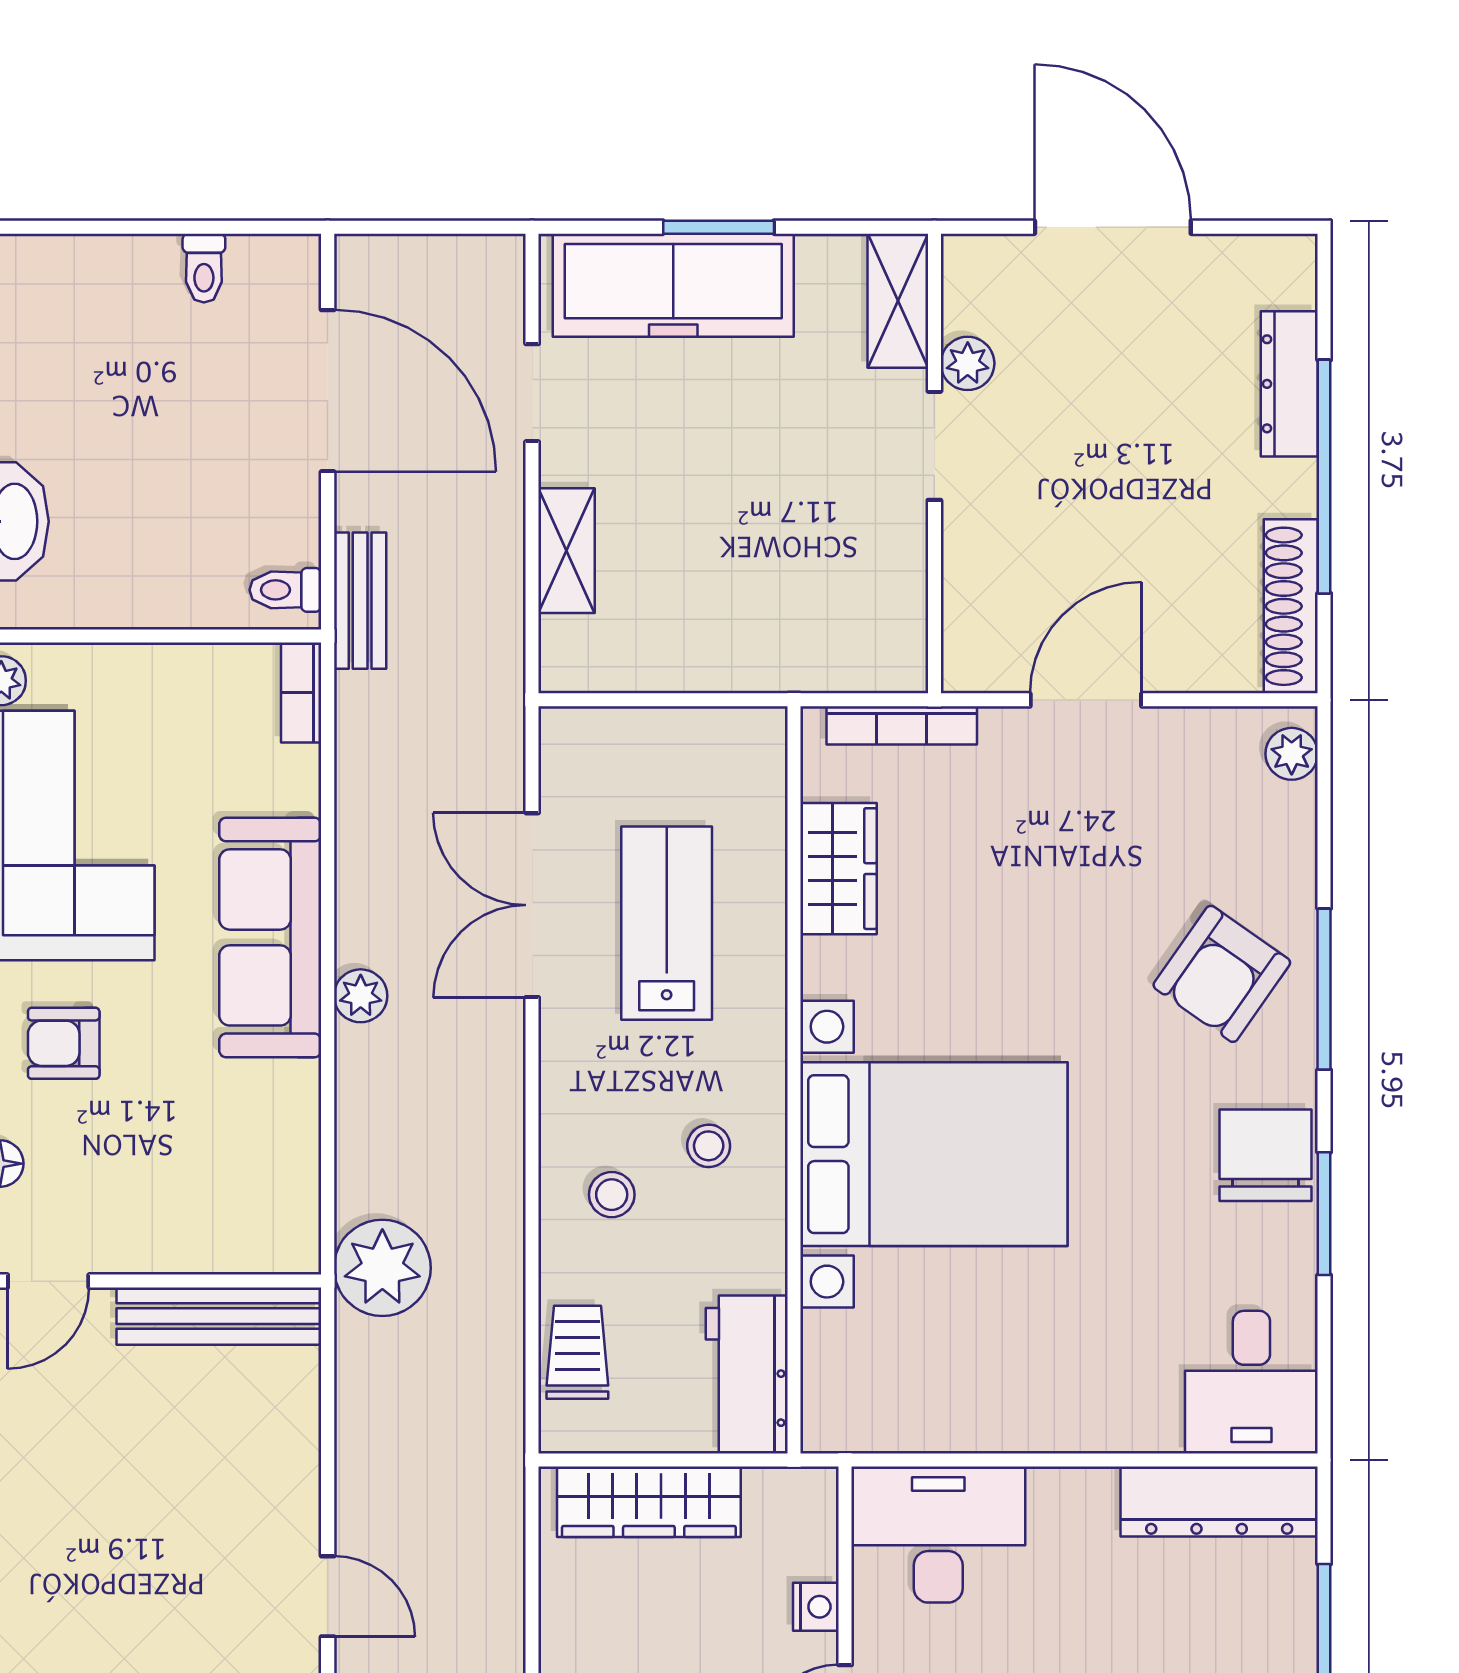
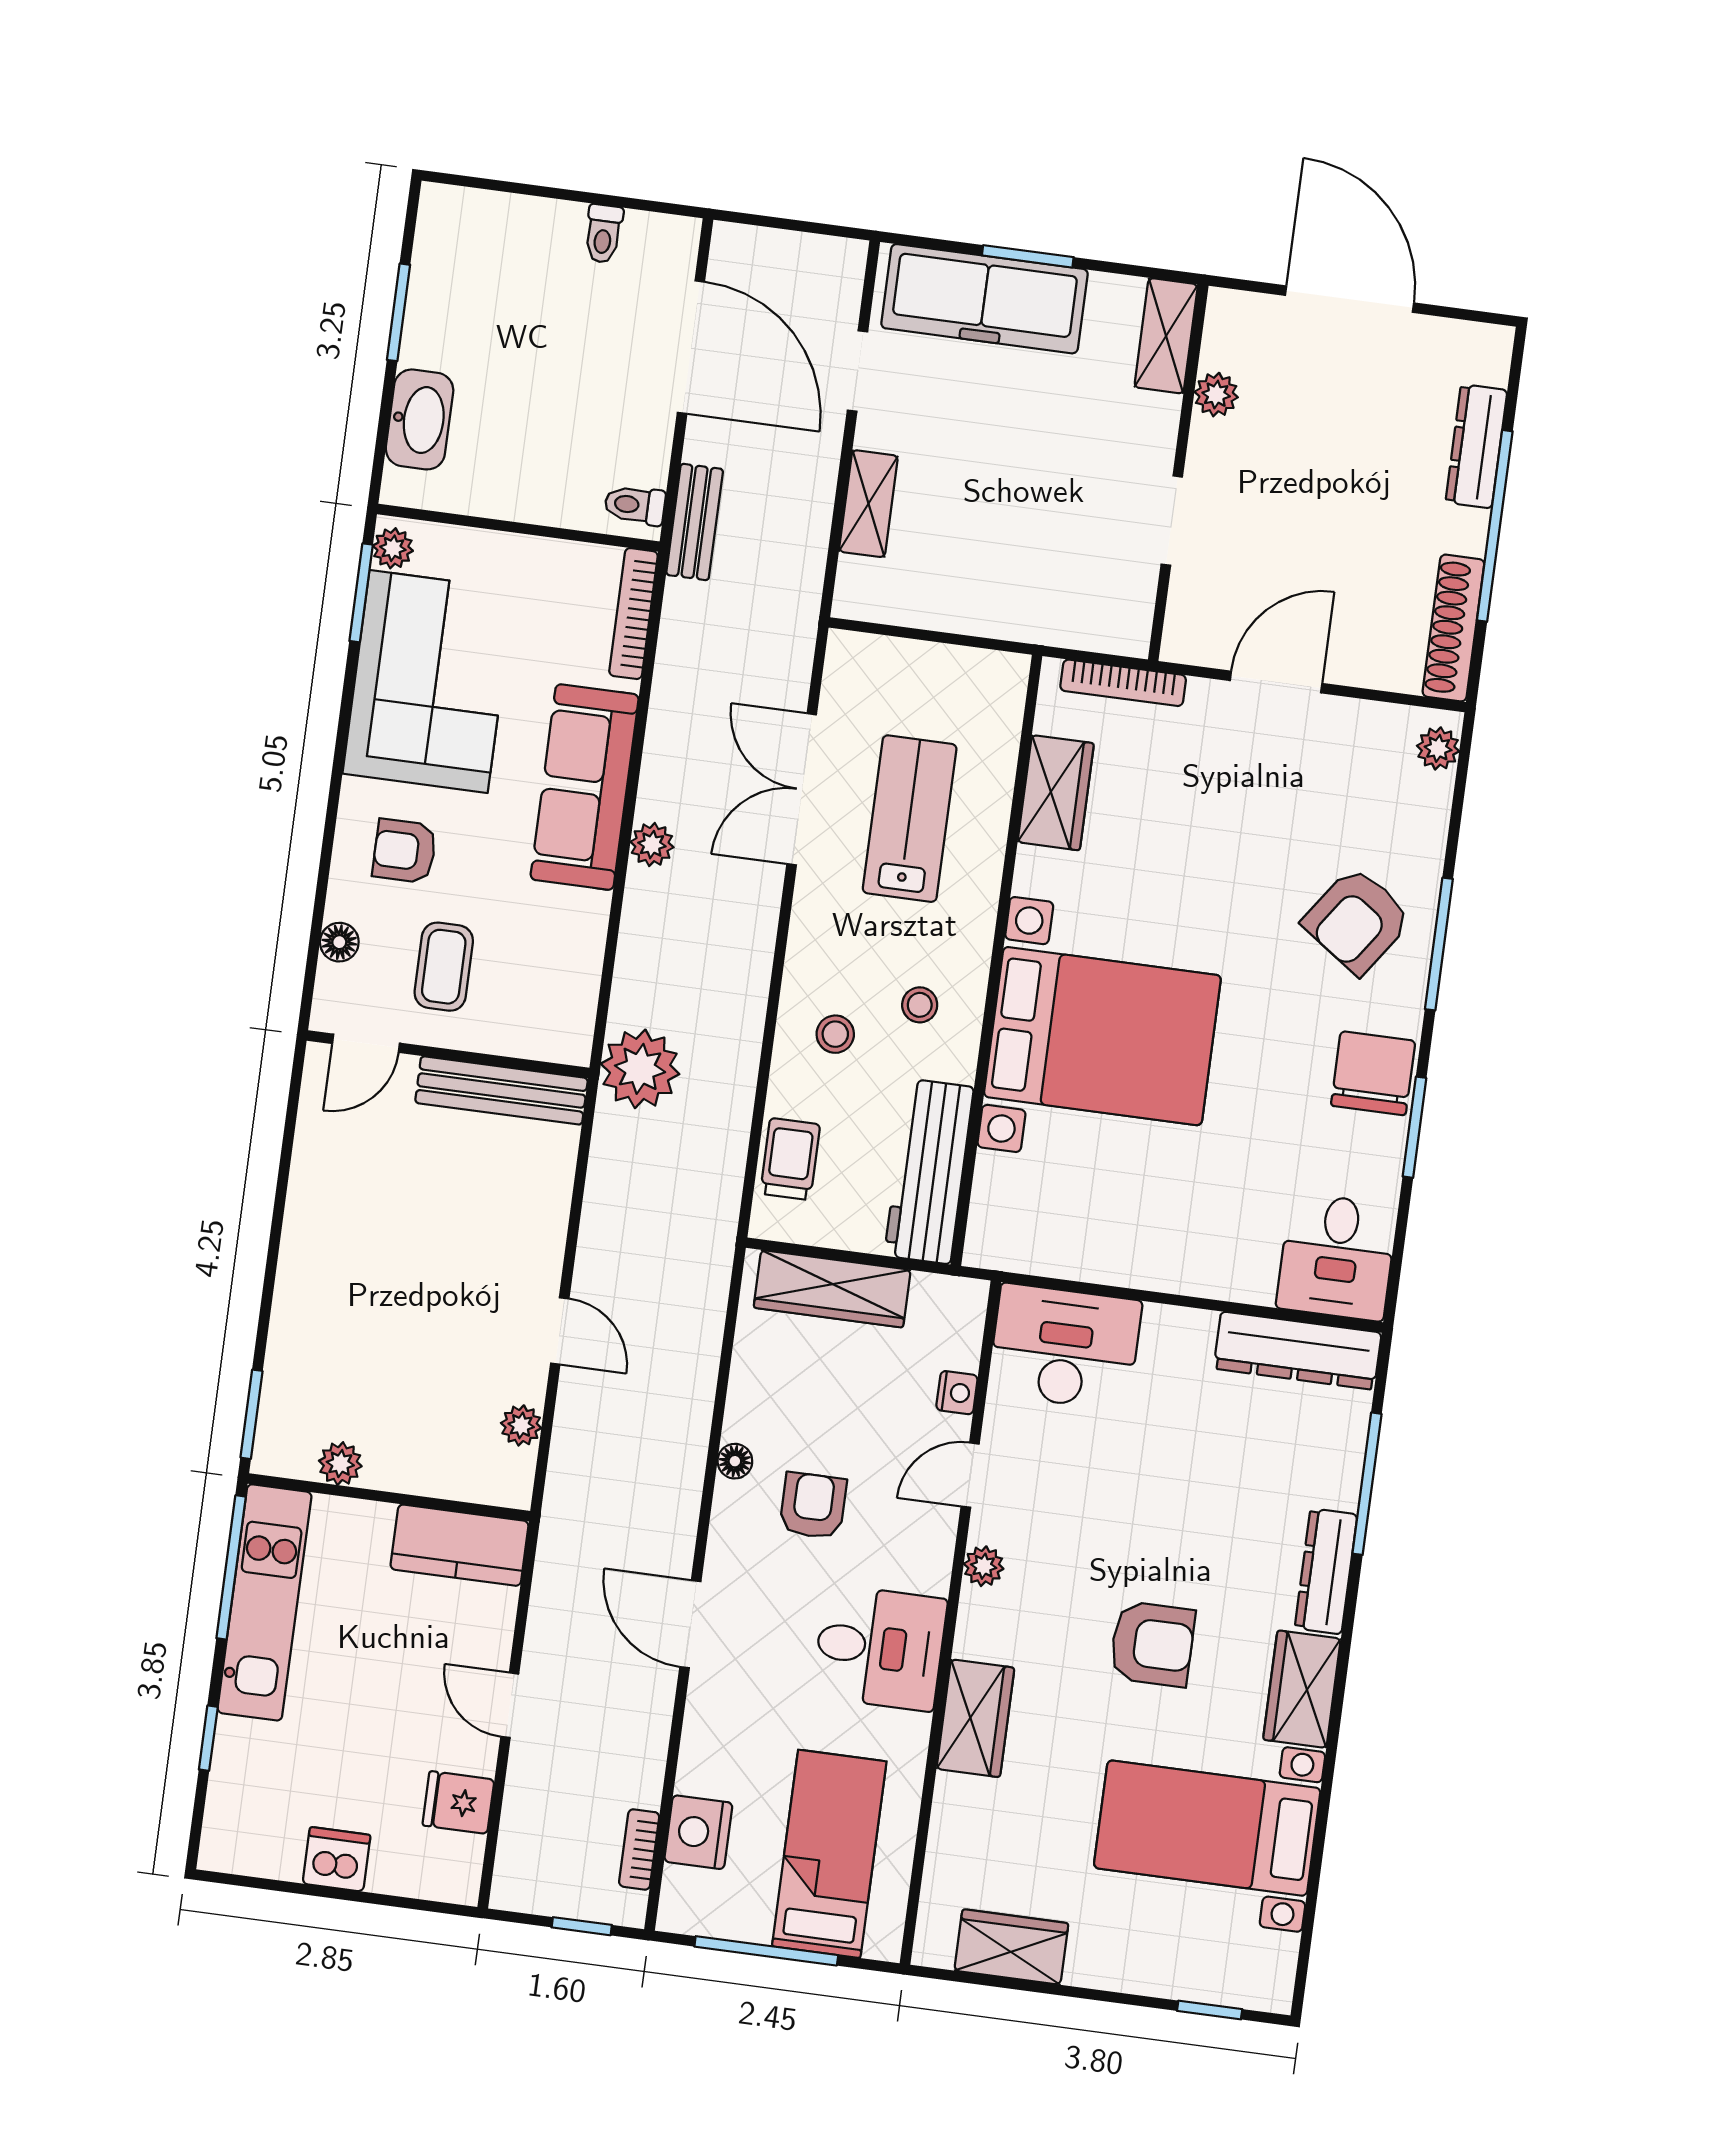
doorway: (934, 446) -> (1172, 521), moved
bookcase: (301, 692) -> (633, 614), width x1.56
coffee table: (130, 1176) -> (444, 967), added
workbench: (747, 1374) -> (929, 1171), width x1.37

